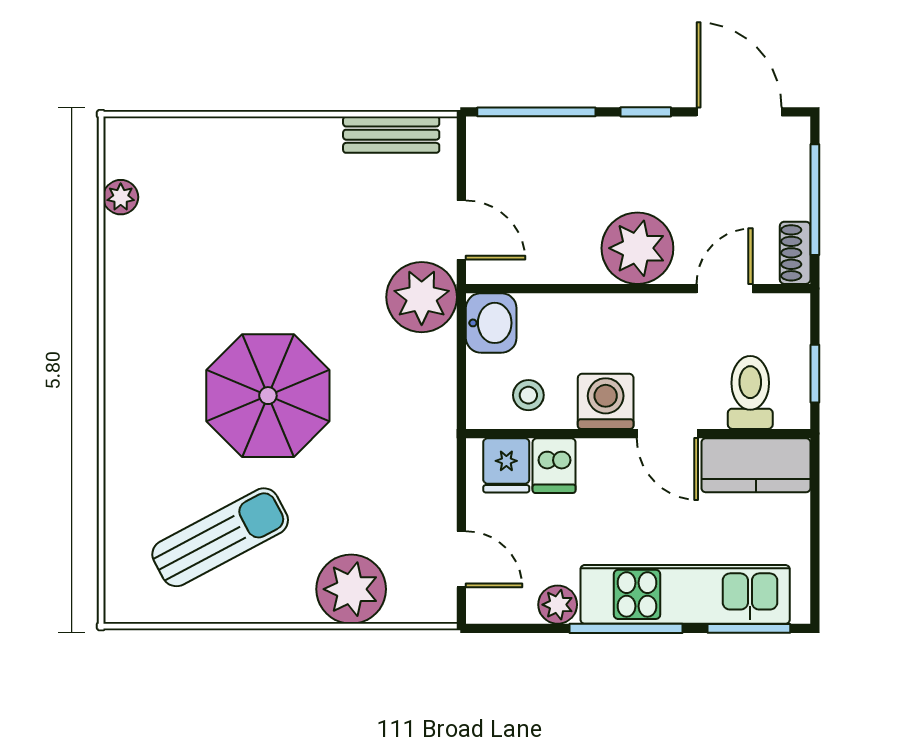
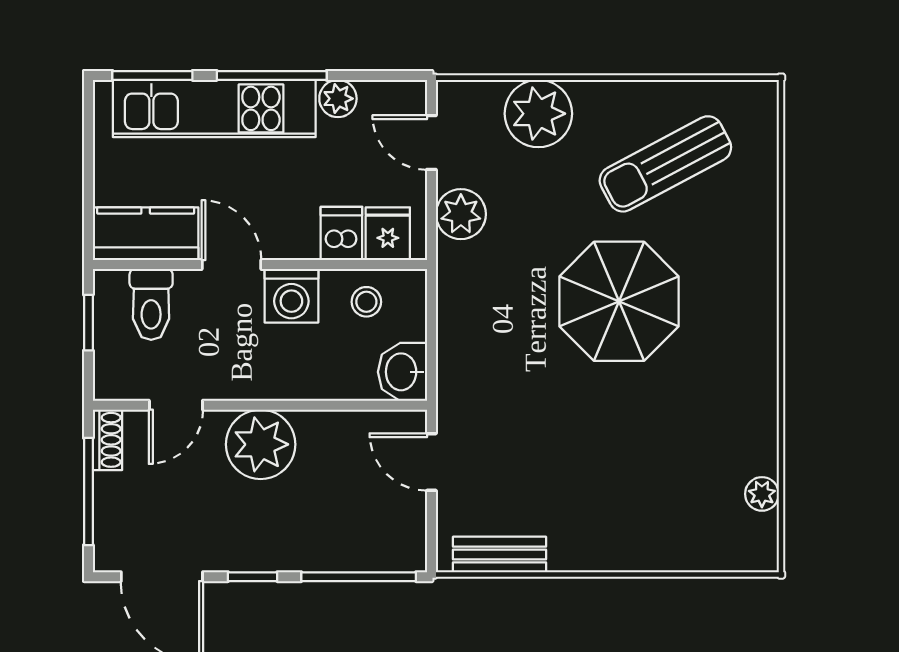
plant: (422, 297) -> (461, 214), moved, width x0.73, depth x0.73

